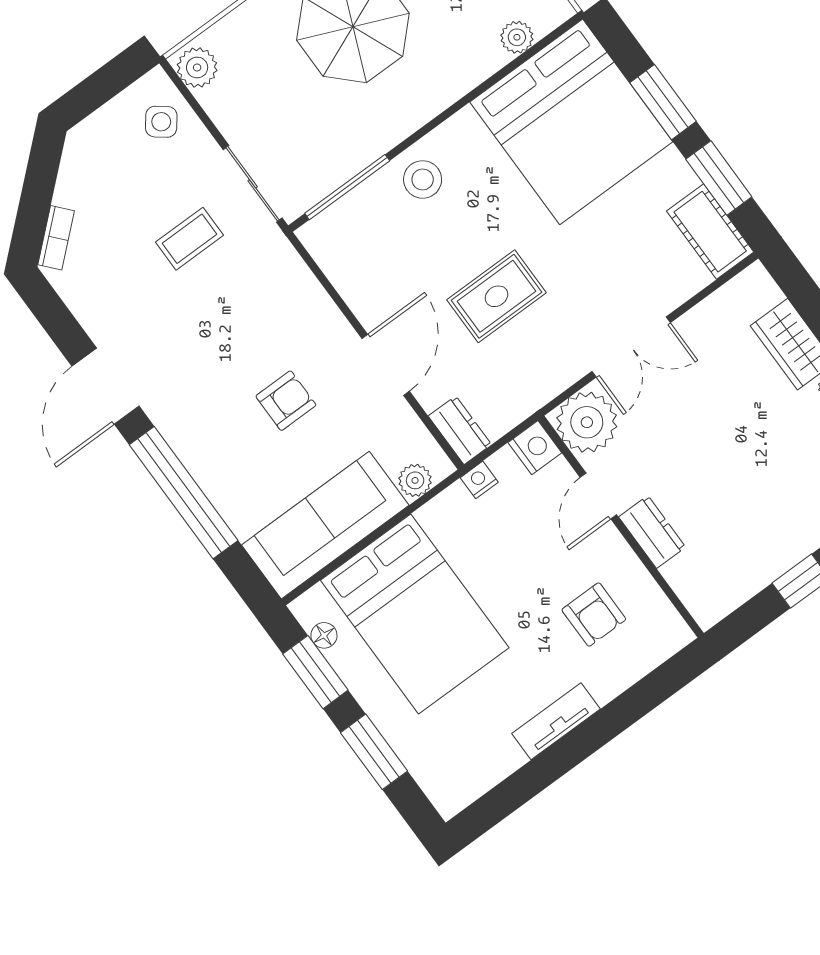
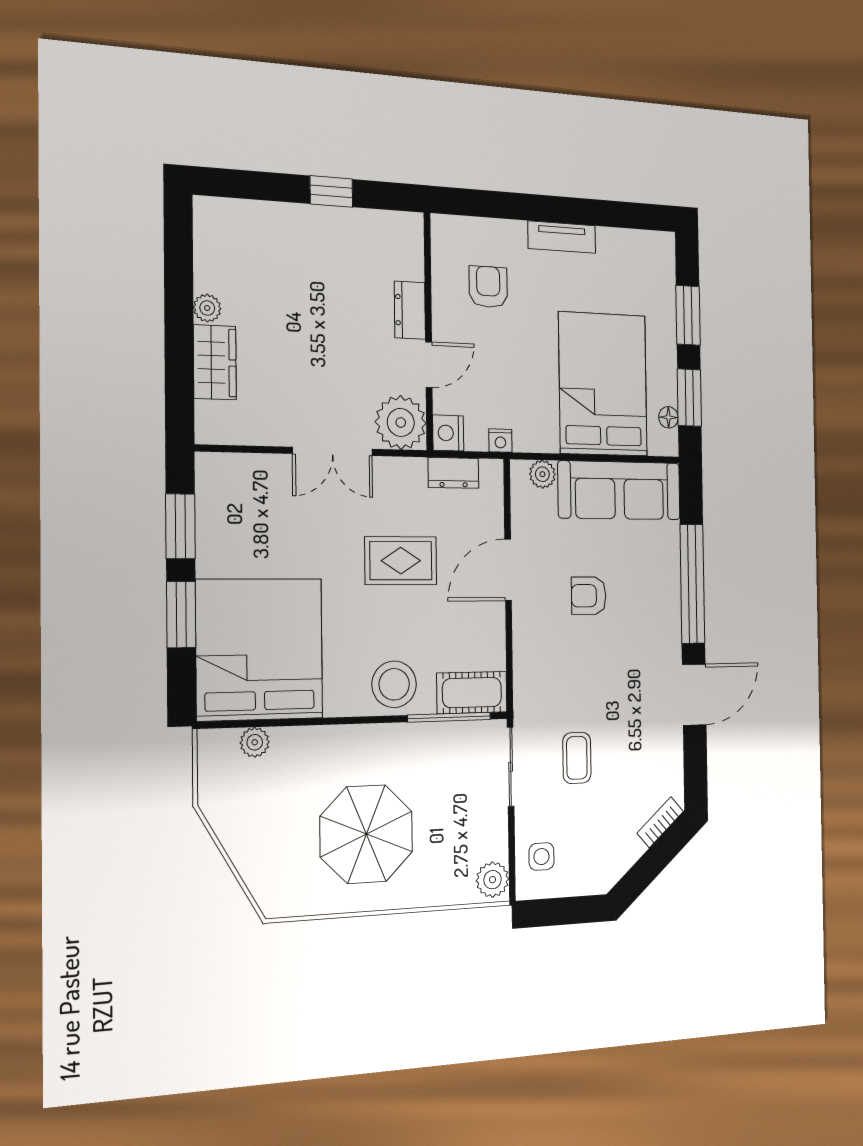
side table: (161, 122) -> (541, 857), turned -38
stool: (423, 179) -> (394, 684), width x1.38, depth x1.38
cot: (710, 232) -> (472, 693), moved, turned 90
coffee table: (190, 239) -> (577, 758), turned 90
double door: (631, 347) -> (333, 451), swing flipped
dresser: (460, 430) -> (453, 473), moved, turned -90

